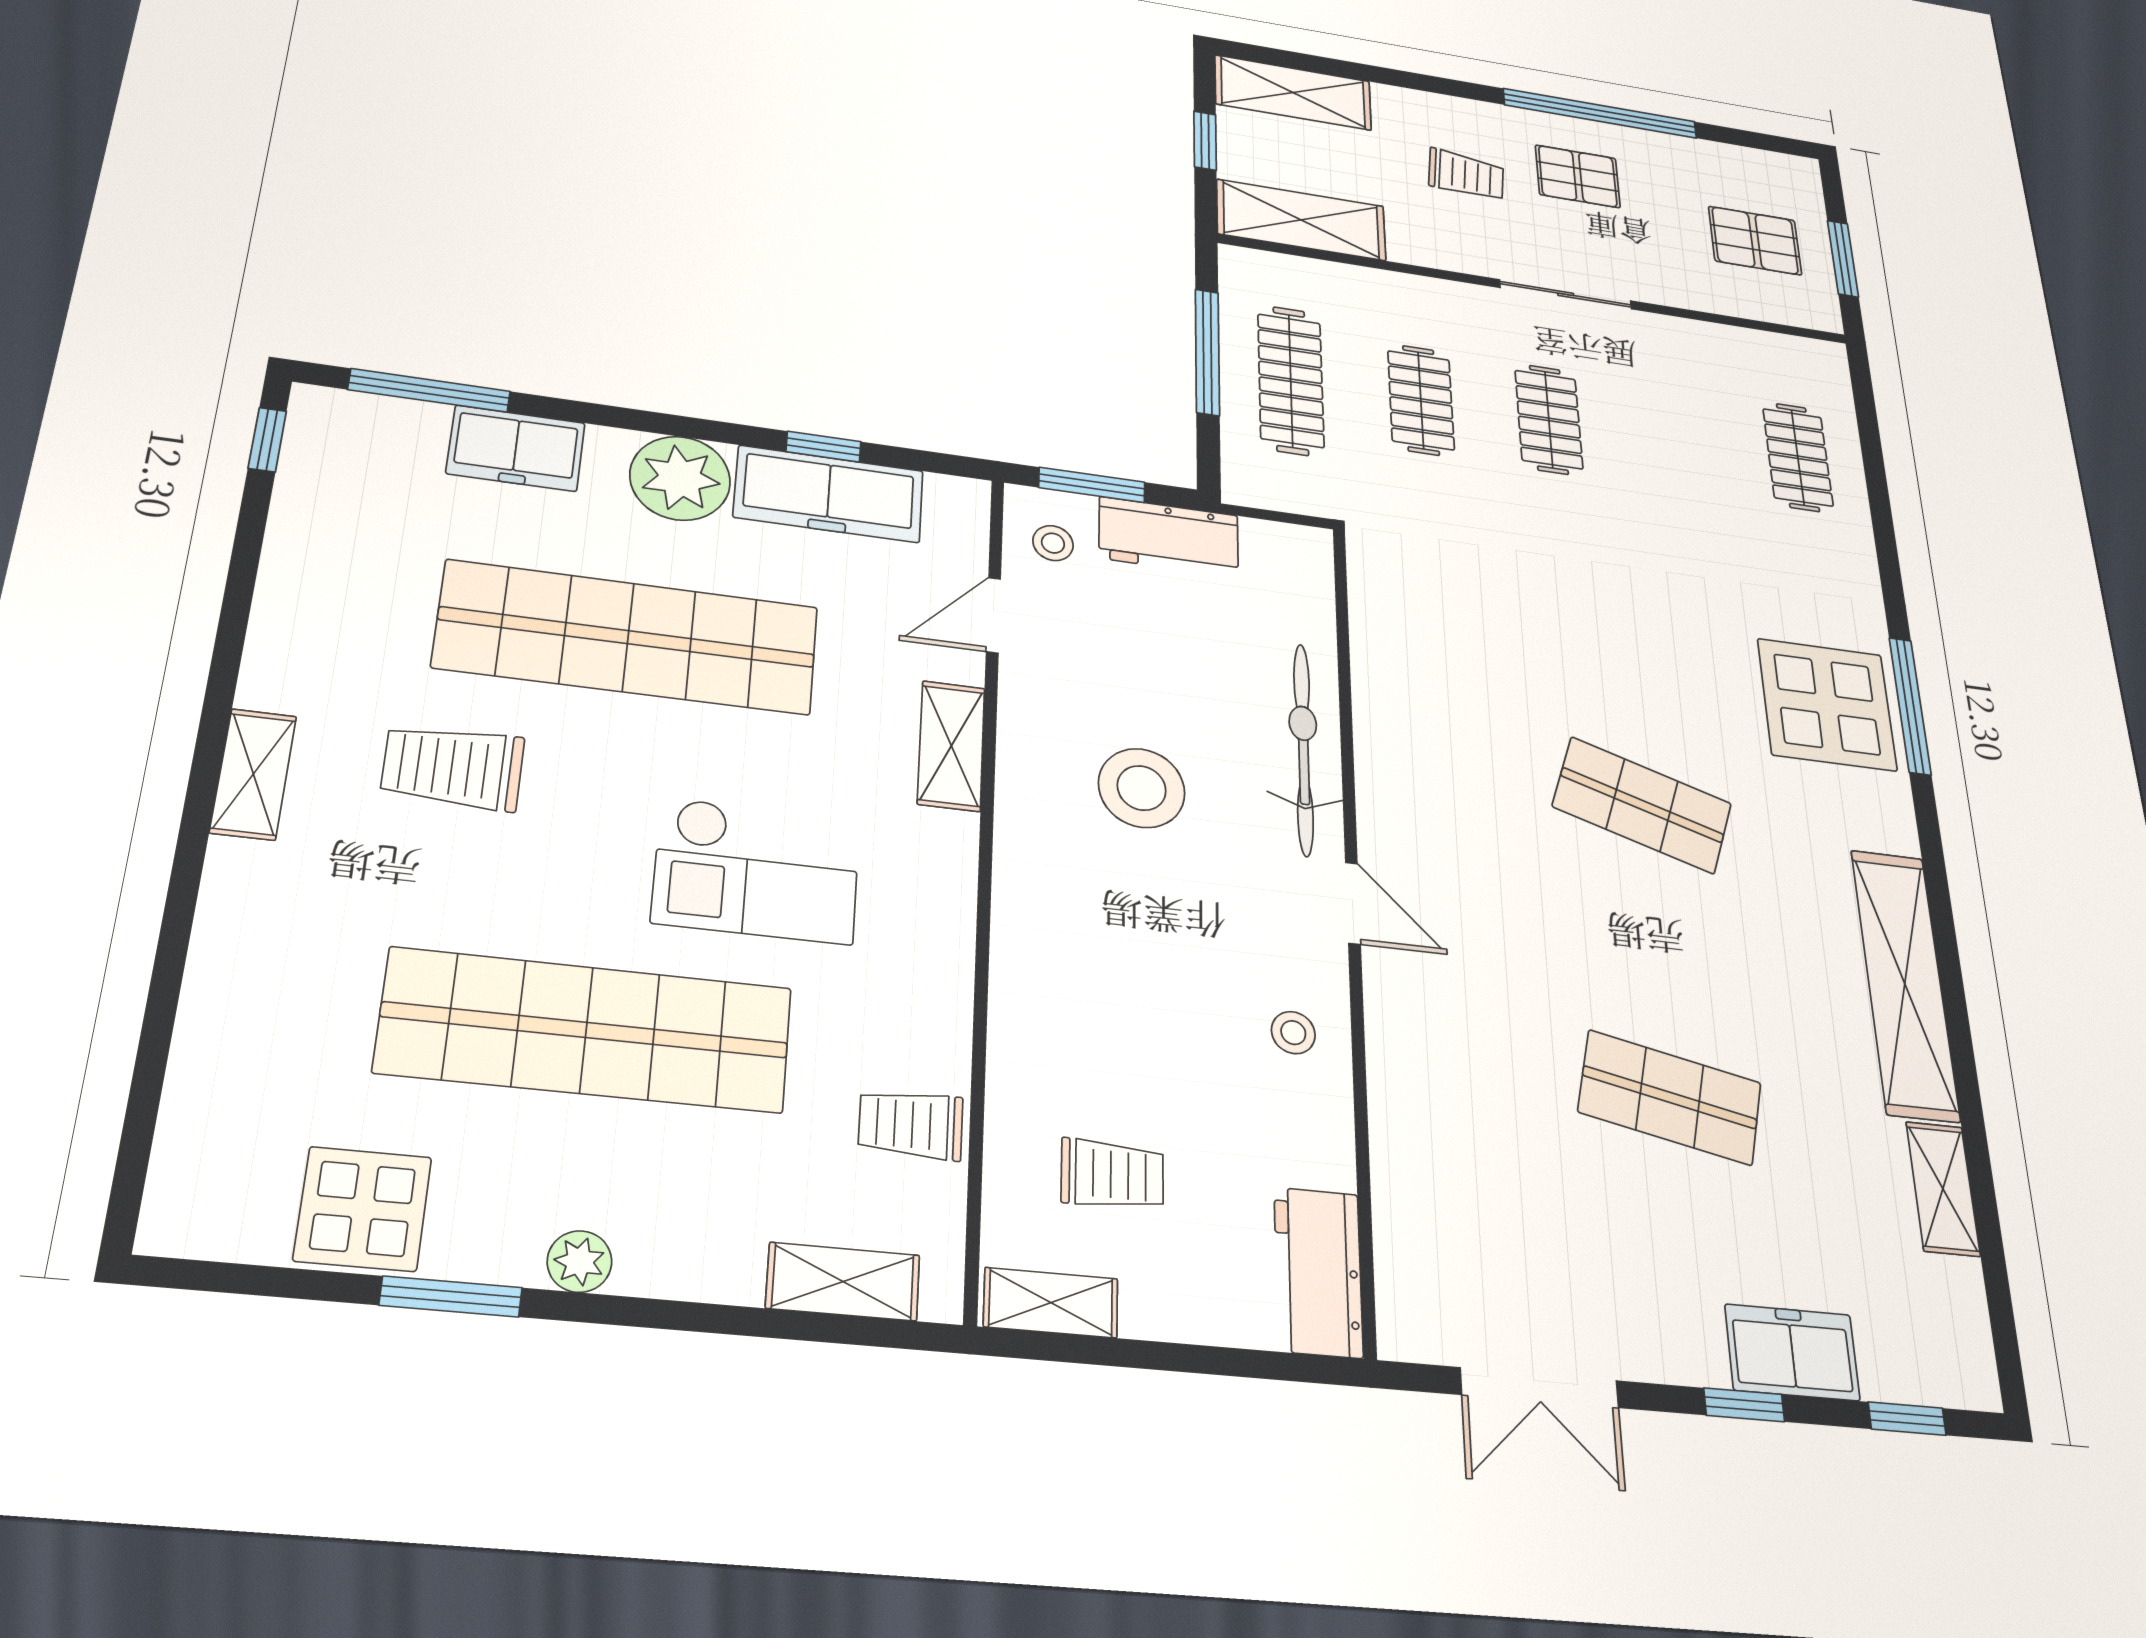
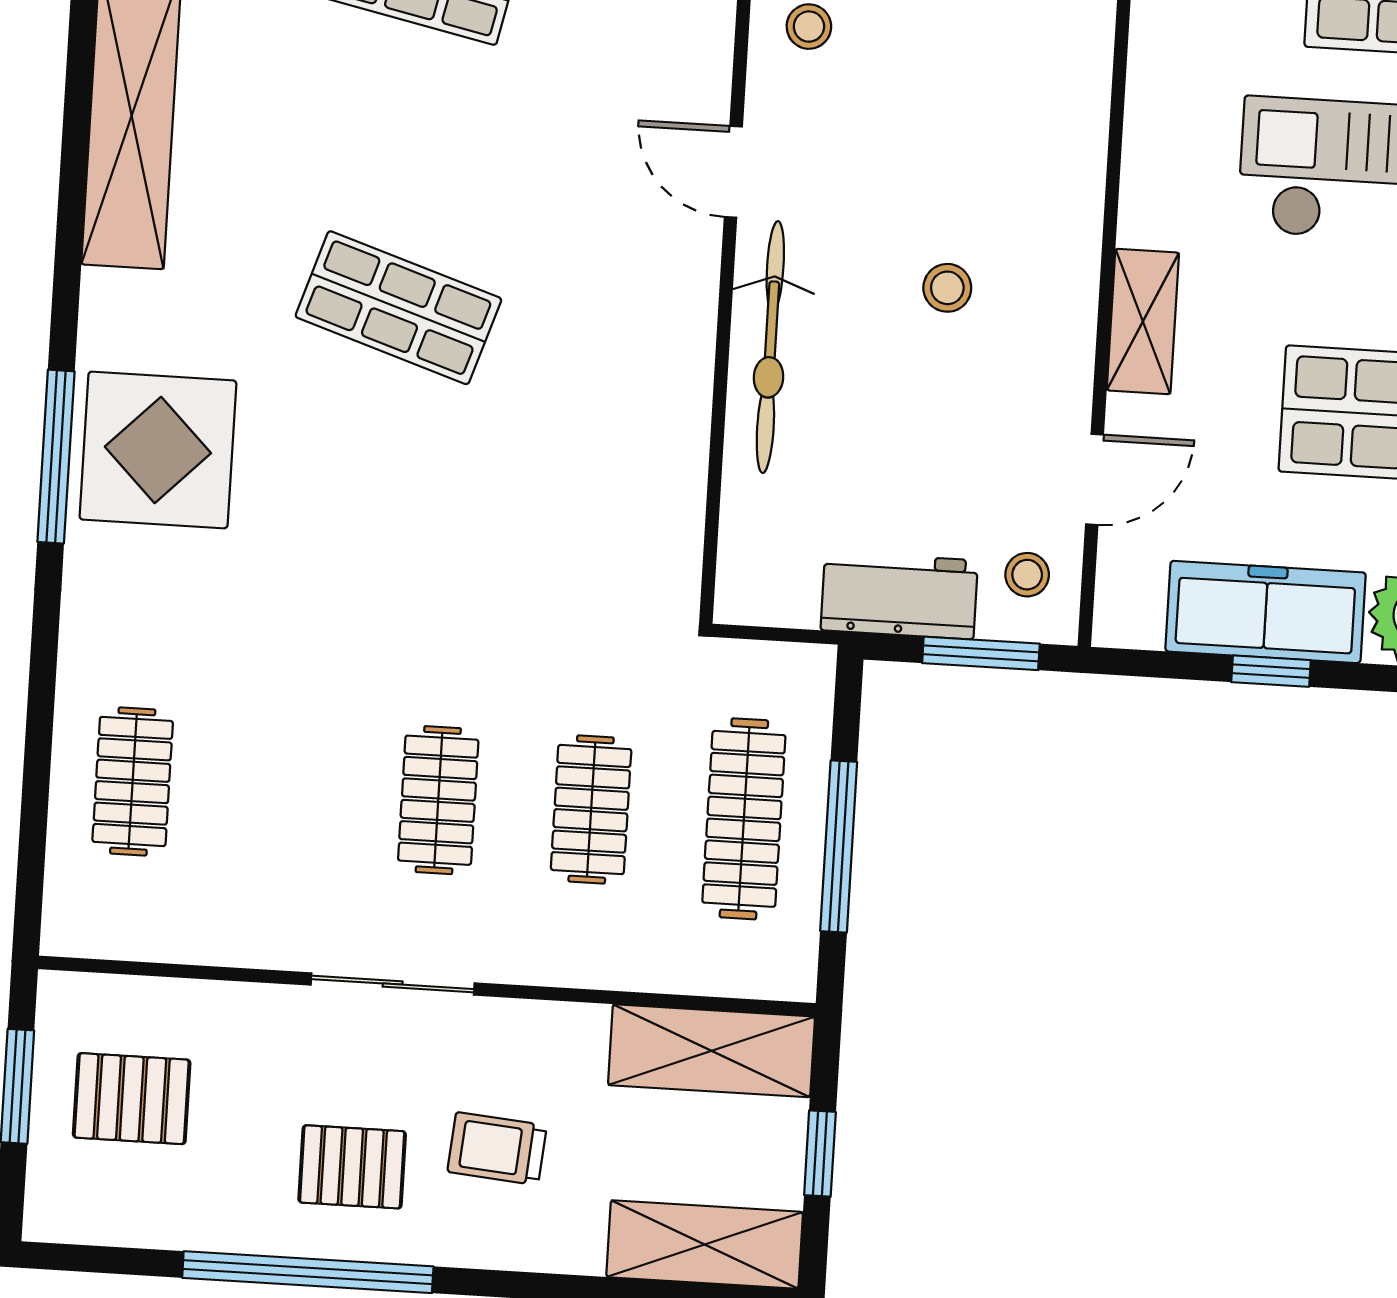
stool: (1142, 788) -> (947, 288), width x0.53, depth x0.53

